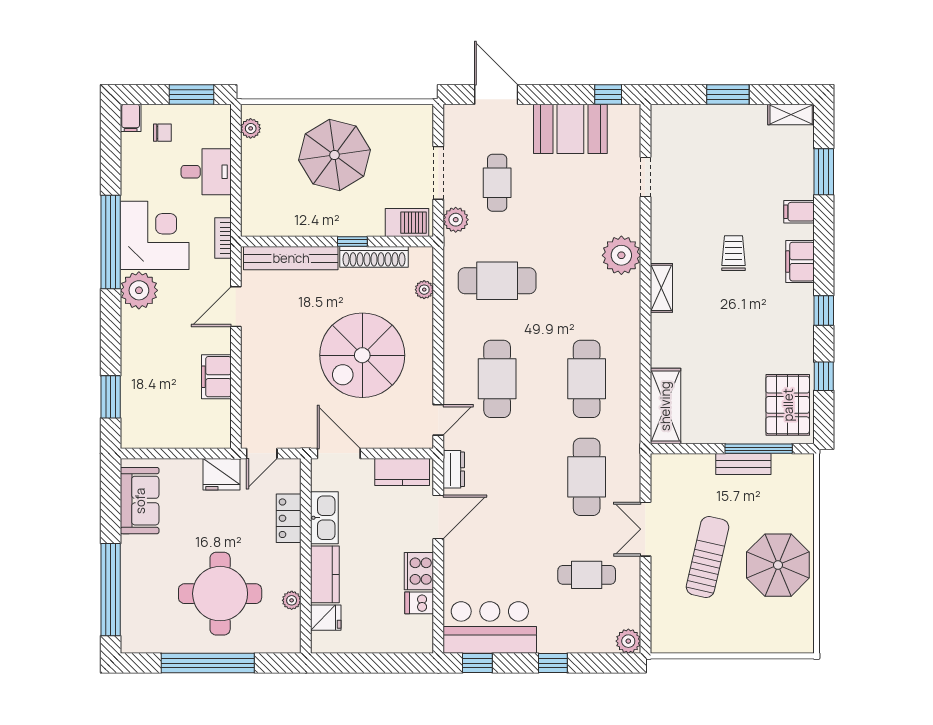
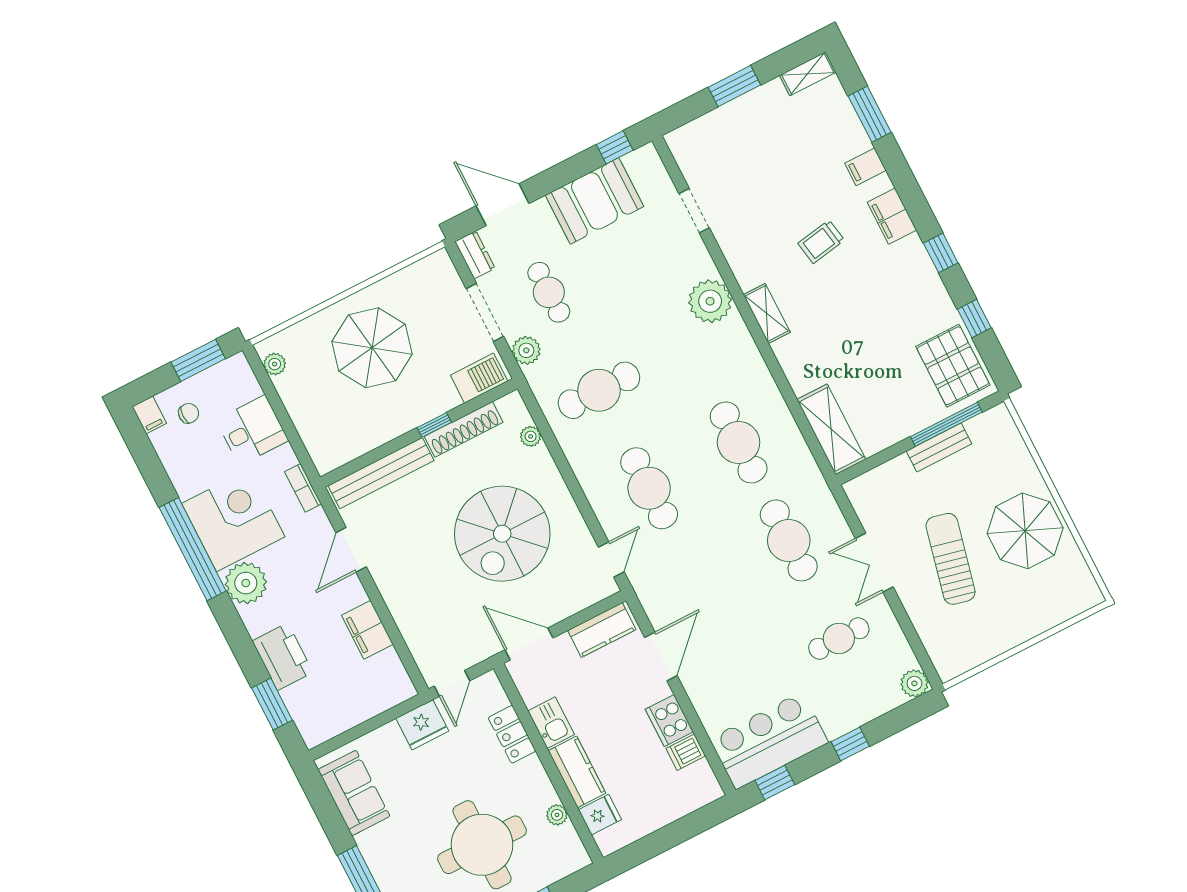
trolley: (733, 253) -> (821, 242), turned -100
printer: (138, 364) -> (282, 657), added
dresser: (454, 469) -> (475, 255), moved
kitchen sink: (324, 518) -> (551, 723), width x0.73

